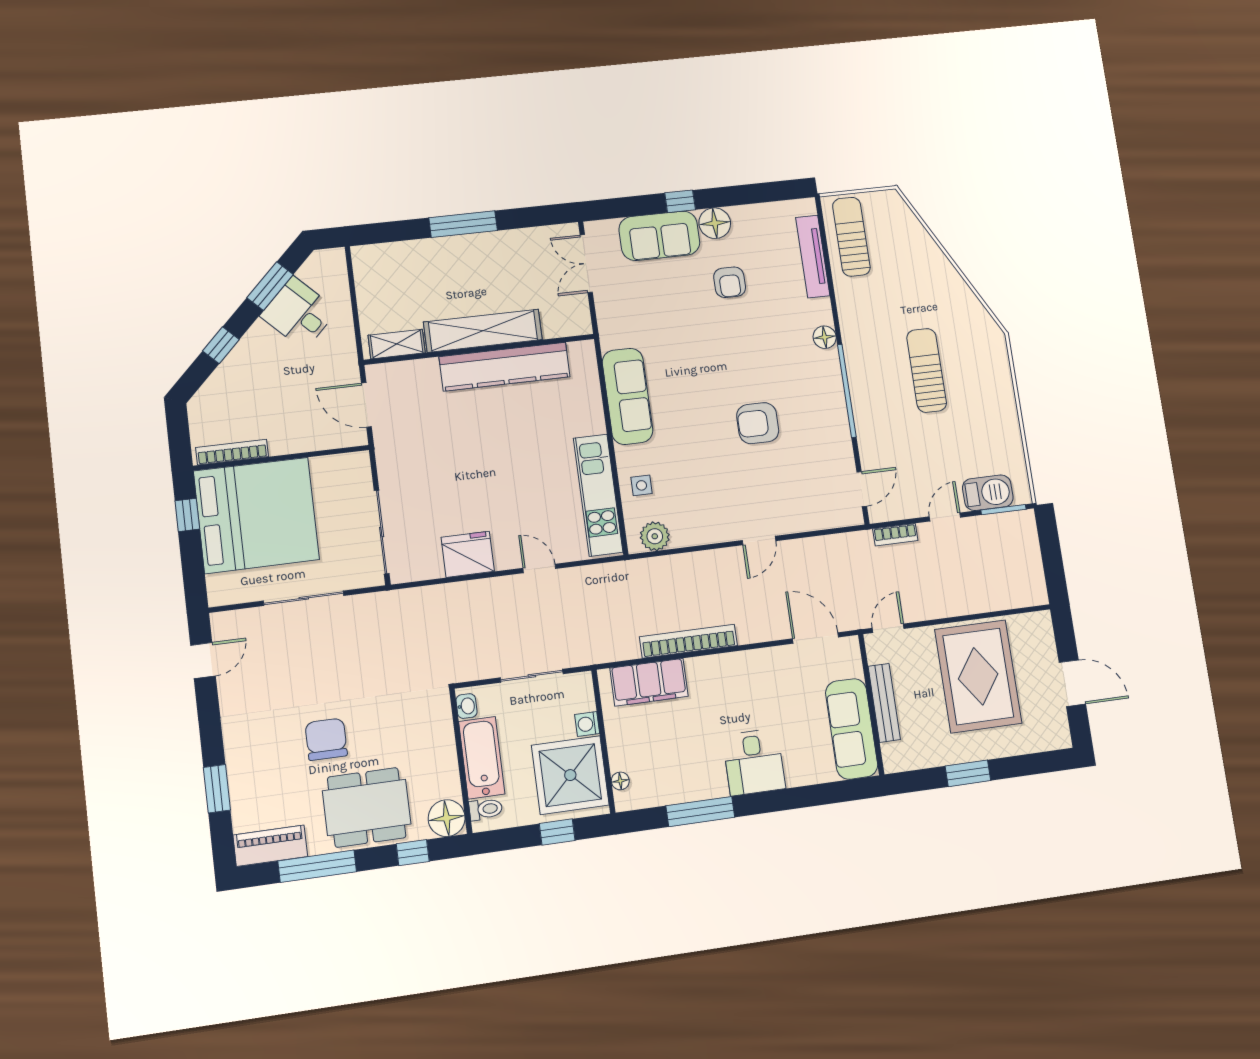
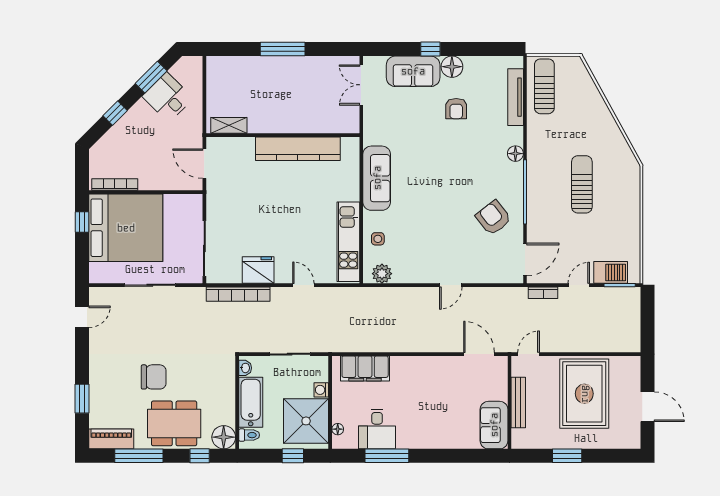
shelving: (483, 331) -> (287, 123), removed
armchair: (758, 423) -> (493, 218), moved, turned 52
door: (862, 489) -> (525, 259), width x1.38
bookcase: (688, 641) -> (238, 294), moved, turned 180
sofa: (852, 729) -> (494, 425), width x0.73
chair: (326, 739) -> (154, 377), turned 90
desk: (754, 762) -> (377, 429), moved

